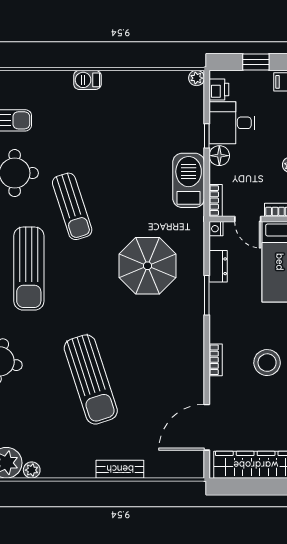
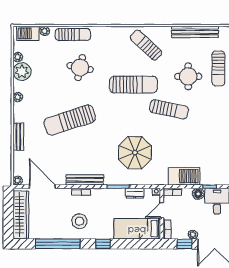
sun lounger: (72, 206) -> (169, 109), turned -150
sun lounger: (29, 269) -> (133, 85), turned 180
bench: (195, 353) -> (85, 180), added
plant: (32, 470) -> (18, 97), moved
plant: (196, 470) -> (18, 181), added

